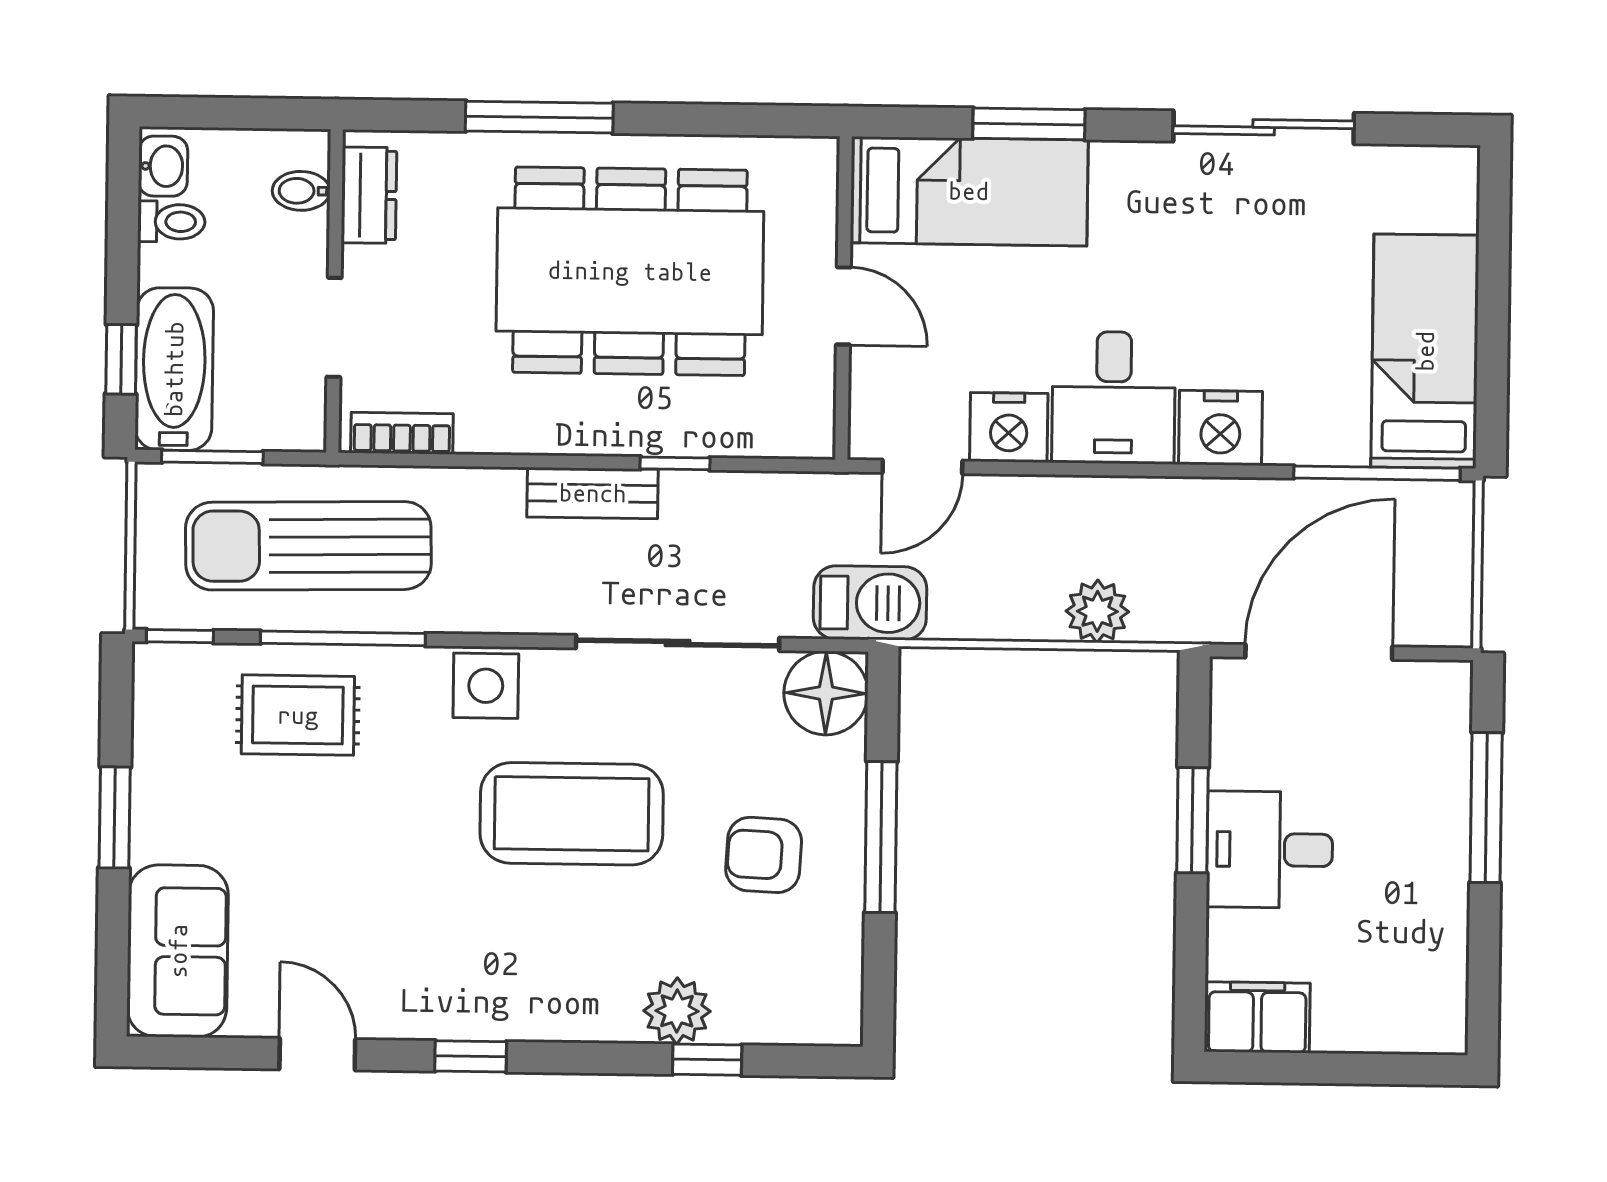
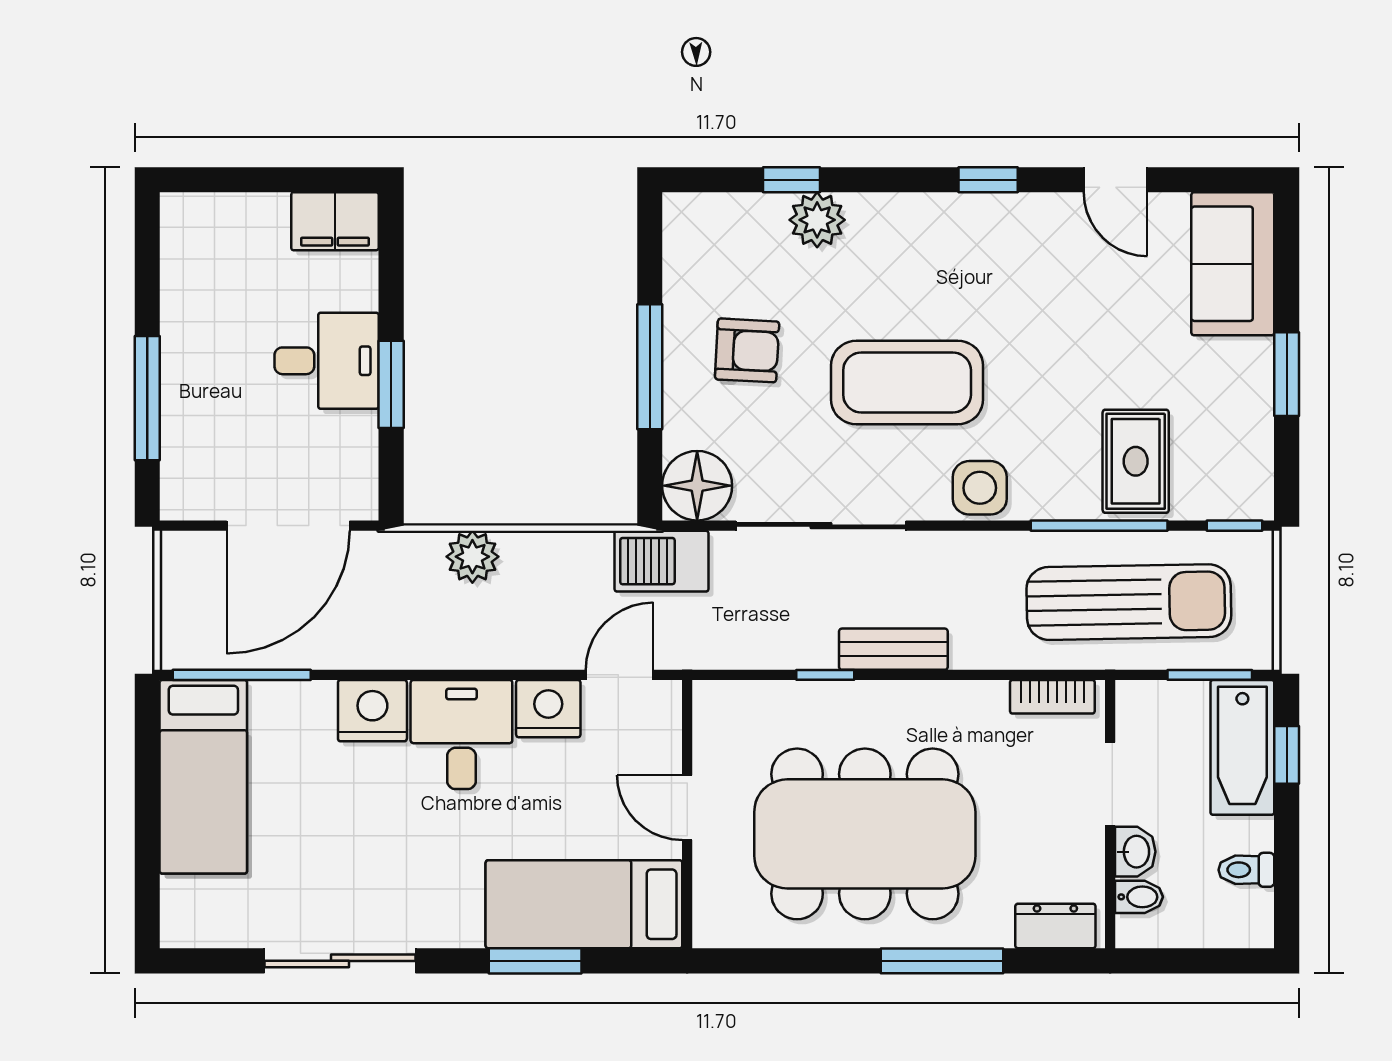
washbasin: (163, 166) -> (1135, 852), moved, turned 180
dresser: (369, 195) -> (1055, 926), moved, turned 90
rug: (298, 715) -> (1136, 461), turned 90

